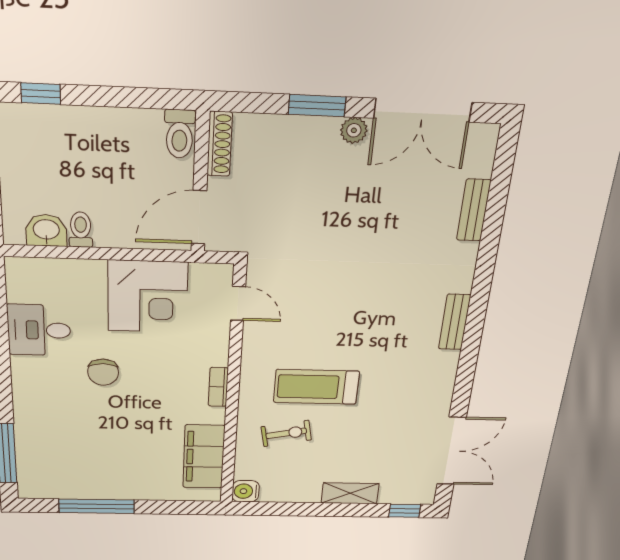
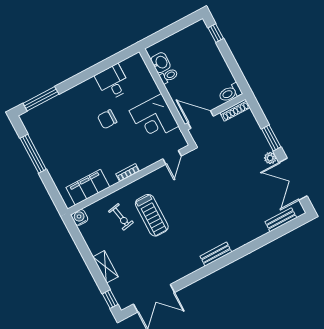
bench: (474, 210) -> (281, 220), moved
treadmill: (316, 387) -> (152, 215), turned 180

